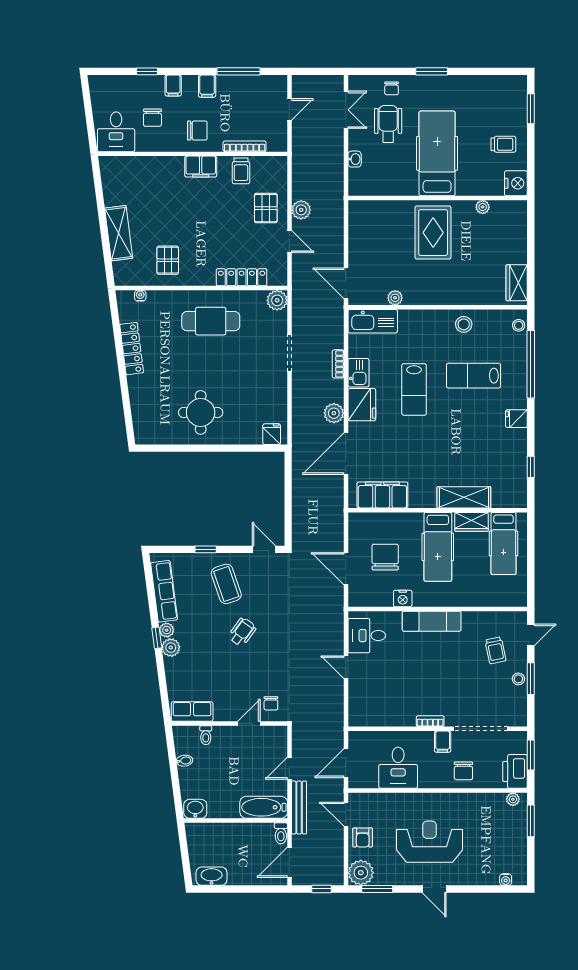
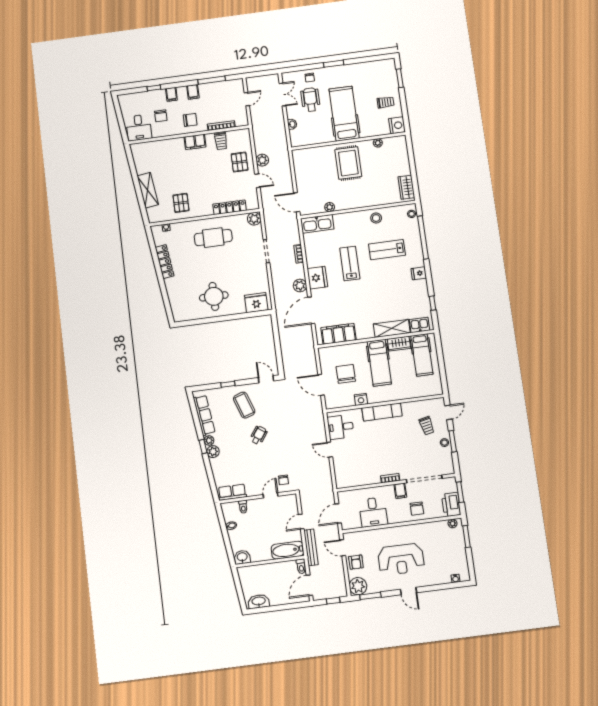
kitchen sink: (358, 373) -> (420, 325), moved, turned -90
lab bench: (414, 389) -> (350, 263), turned 180
fridge: (272, 434) -> (256, 303), width x1.88, depth x1.34
reception desk: (429, 842) -> (401, 559), turned 180

